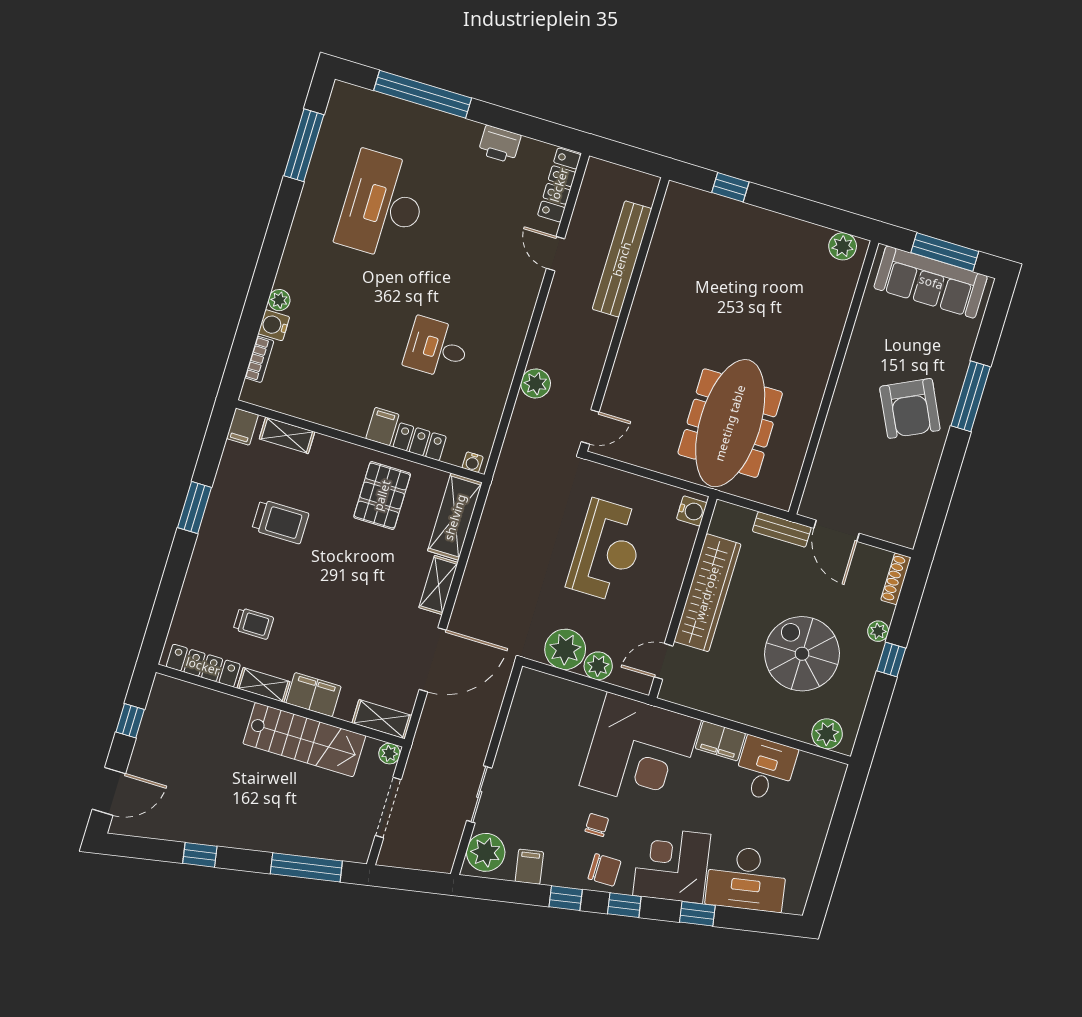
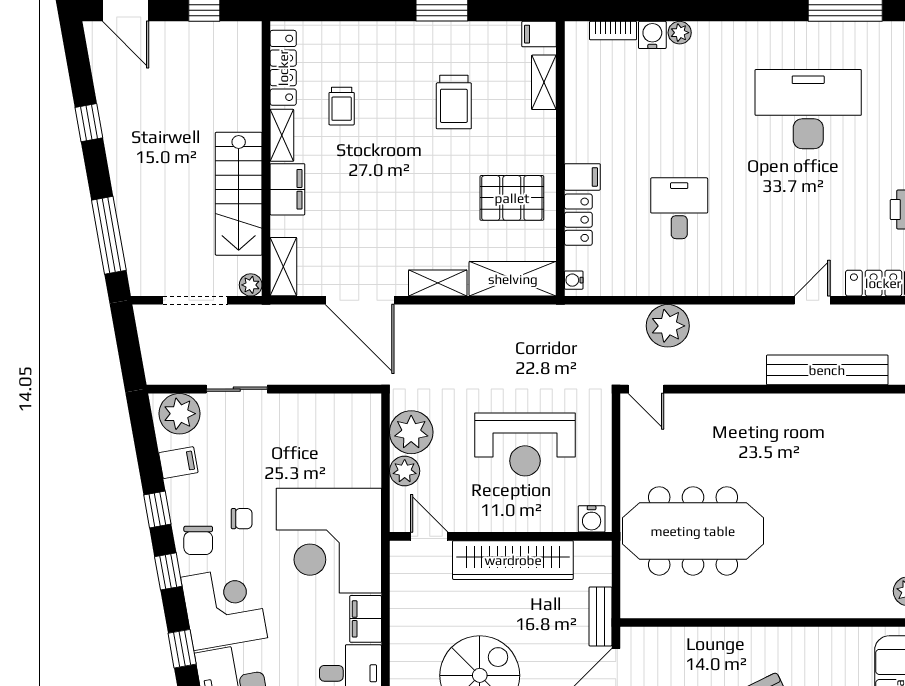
plant: (536, 384) -> (668, 326), width x1.36, depth x1.36

